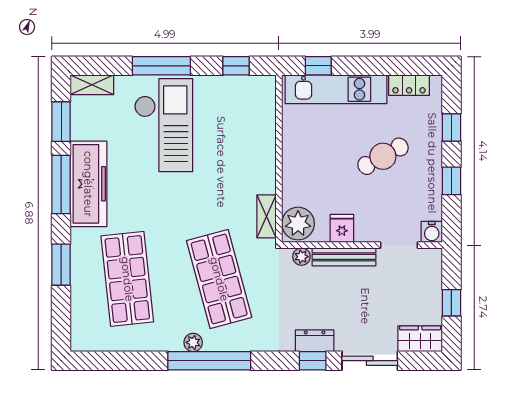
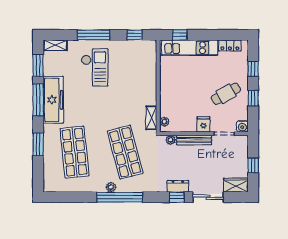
checkout: (164, 125) -> (95, 67), width x0.73, depth x0.83
cafe table: (383, 156) -> (226, 94), moved
plant: (298, 224) -> (164, 122), width x0.53, depth x0.53
fridge: (342, 228) -> (203, 124), moved

